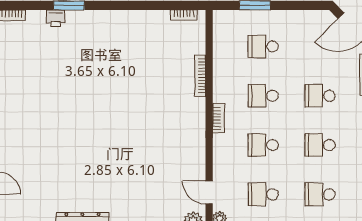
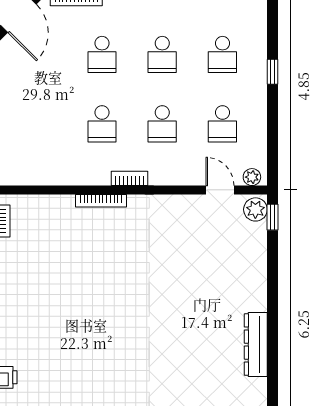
school desk: (263, 46) -> (42, 124), removed
bookcase: (200, 76) -> (101, 201), moved
door: (209, 192) -> (220, 190), swing flipped

